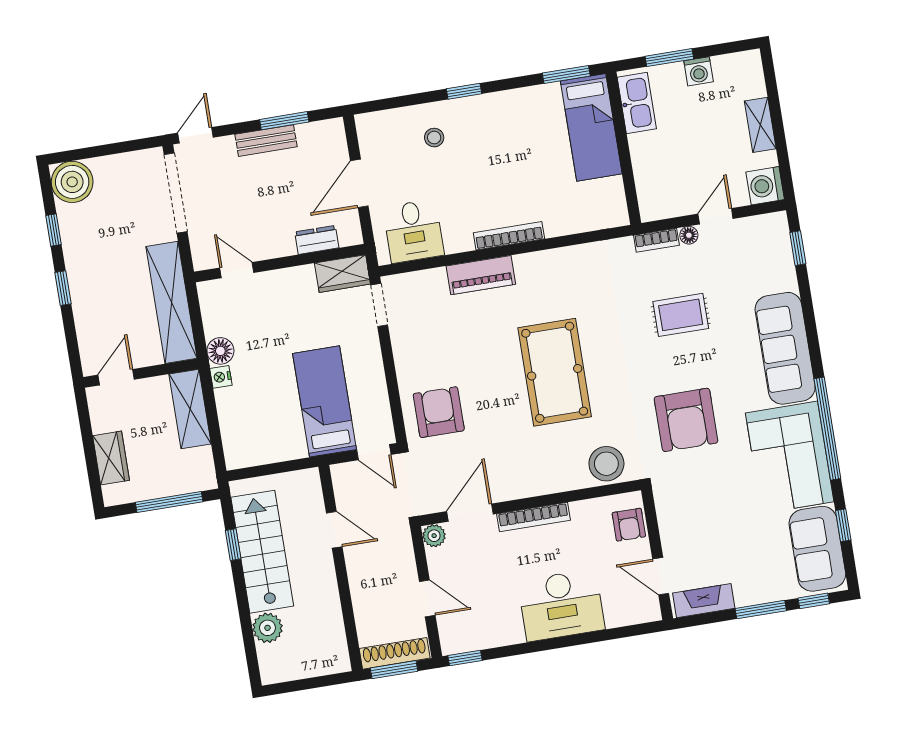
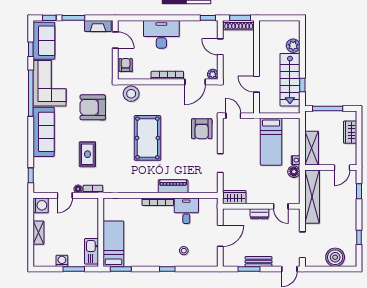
boiler: (72, 182) -> (335, 257), moved
doorway: (176, 193) -> (302, 245), width x0.73
desk: (413, 231) -> (186, 211), moved
dresser: (317, 240) -> (259, 214), moved
window: (63, 288) -> (359, 191), moved
doorway: (379, 305) -> (220, 163), moved
rug: (681, 315) -> (87, 154), turned 90
bed: (325, 401) -> (271, 142), moved
armchair: (686, 420) -> (93, 107), turned -90

